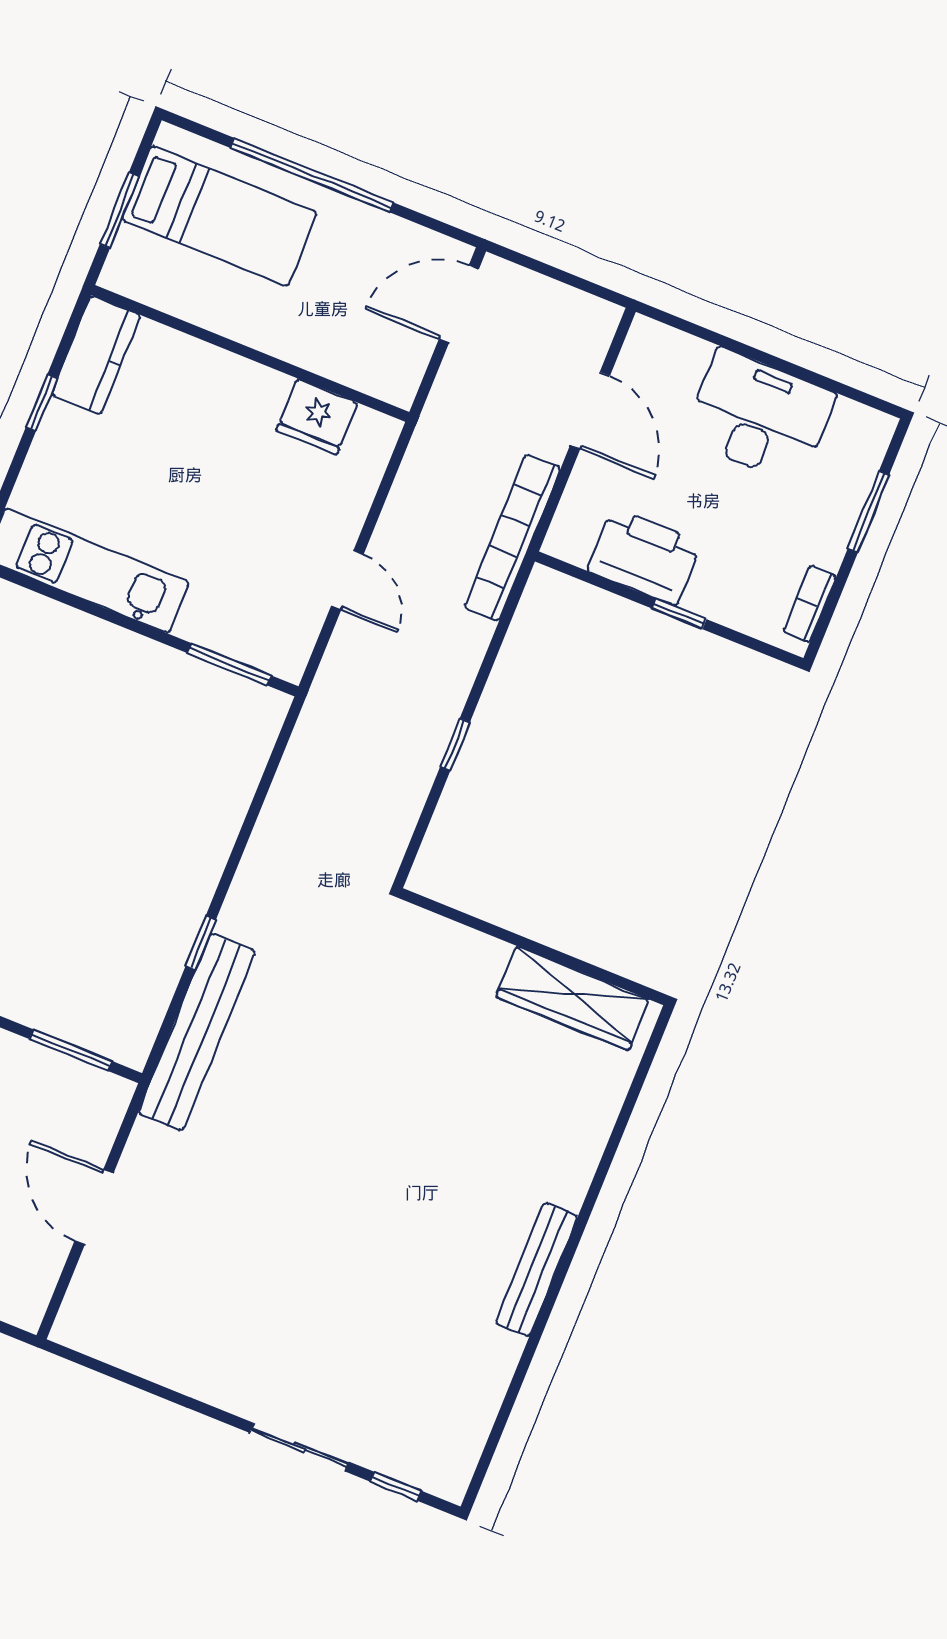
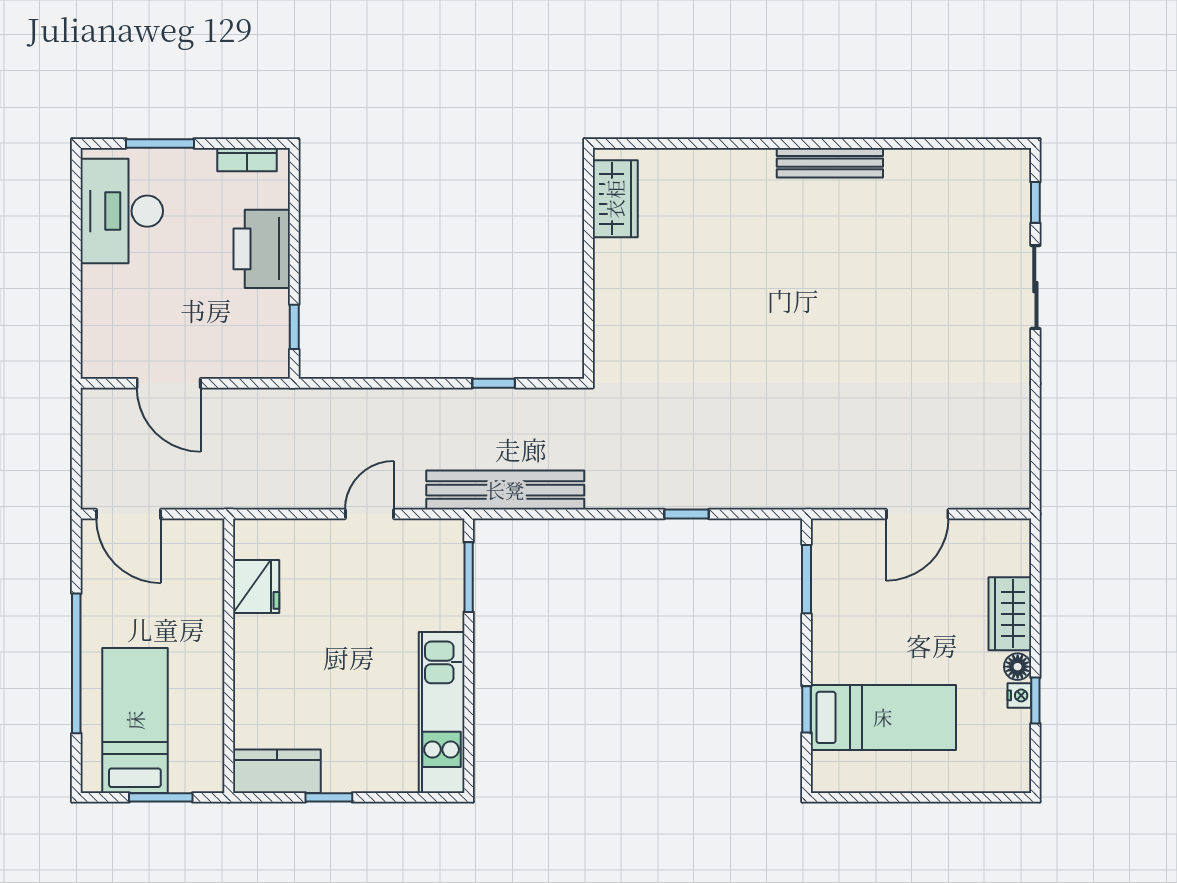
door: (590, 411) -> (169, 383), swing flipped
desk: (759, 416) -> (122, 211), moved
bookcase: (513, 537) -> (287, 403), removed
printer: (644, 556) -> (262, 249), moved
window: (679, 614) -> (294, 327), moved
window: (455, 745) -> (494, 383), moved
wardrobe: (572, 998) -> (615, 199), width x0.67
bench: (197, 1032) -> (505, 490), moved

